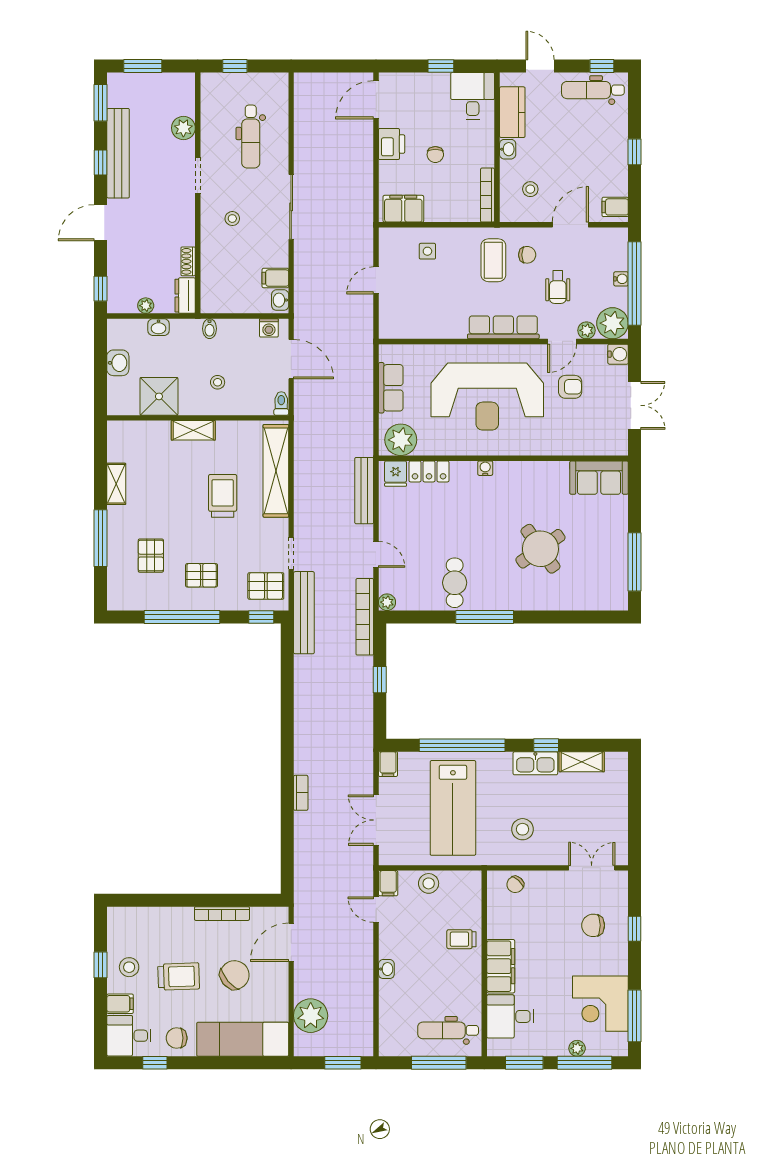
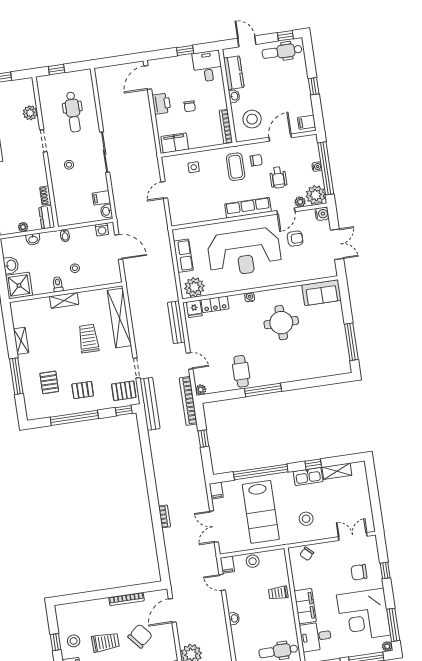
stool: (530, 189) -> (252, 119), width x1.89, depth x1.89
shower: (159, 396) -> (19, 285), moved
toilet: (281, 403) -> (58, 284), moved
round table: (540, 549) -> (281, 323), moved, turned 35
corner desk: (600, 1004) -> (364, 615), width x1.36, depth x1.36
plant: (577, 1048) -> (387, 646), moved

